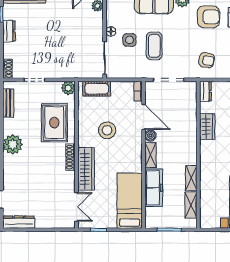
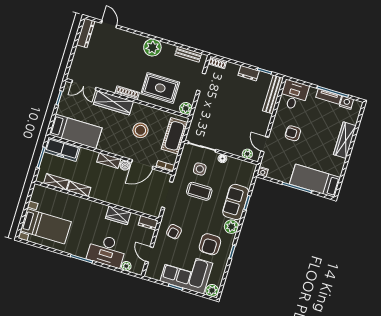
side table: (129, 40) -> (200, 169), moved
cot: (97, 89) -> (174, 136), width x1.37, depth x1.34
freezer: (154, 188) -> (62, 149), moved

